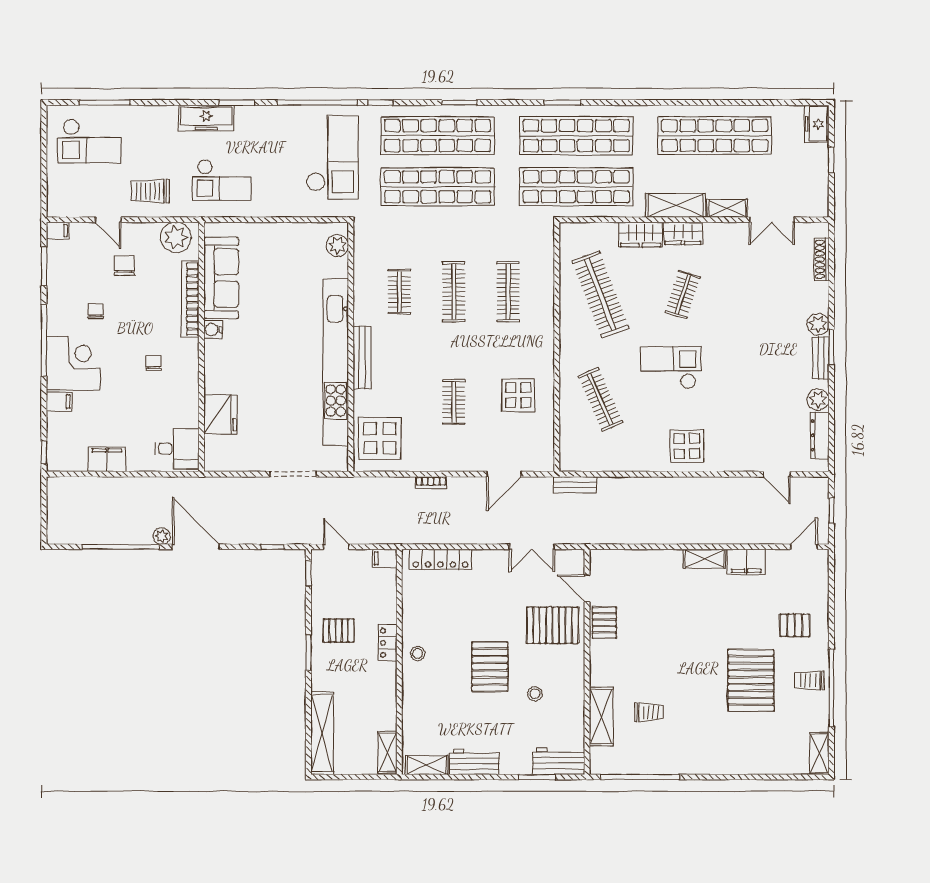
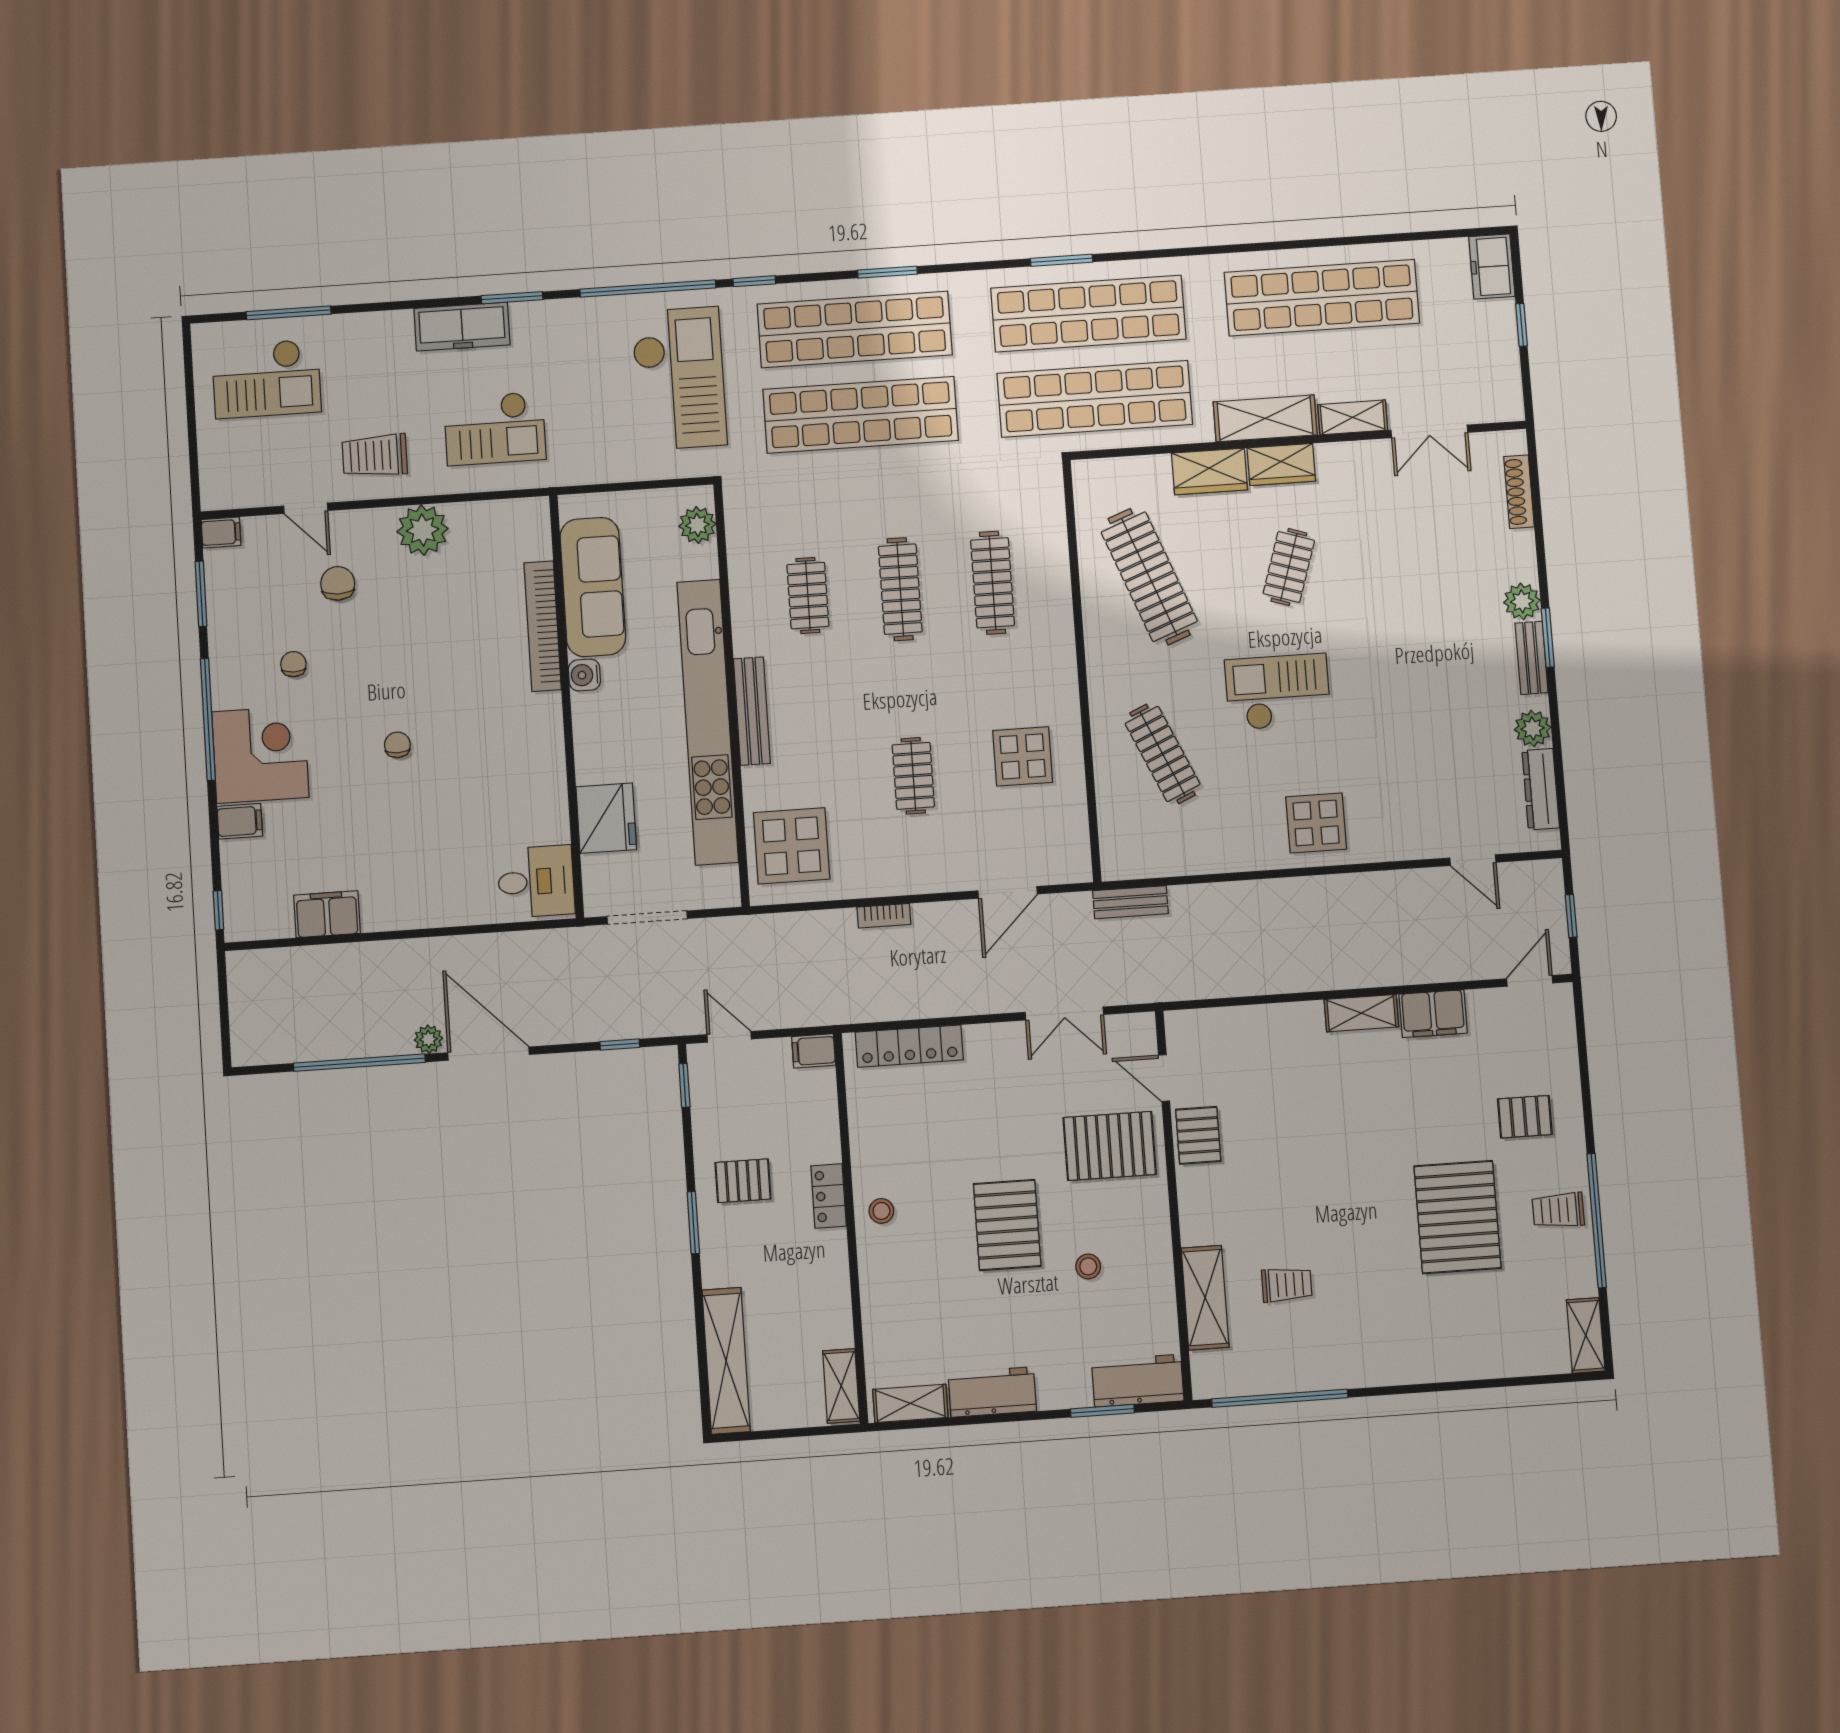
sofa: (221, 278) -> (593, 587), moved
bookcase: (190, 299) -> (543, 626), moved
water cooler: (213, 330) -> (584, 675), moved
wall: (201, 347) -> (567, 706), moved
fridge: (220, 414) -> (606, 818), moved
desk: (177, 449) -> (536, 882), moved

